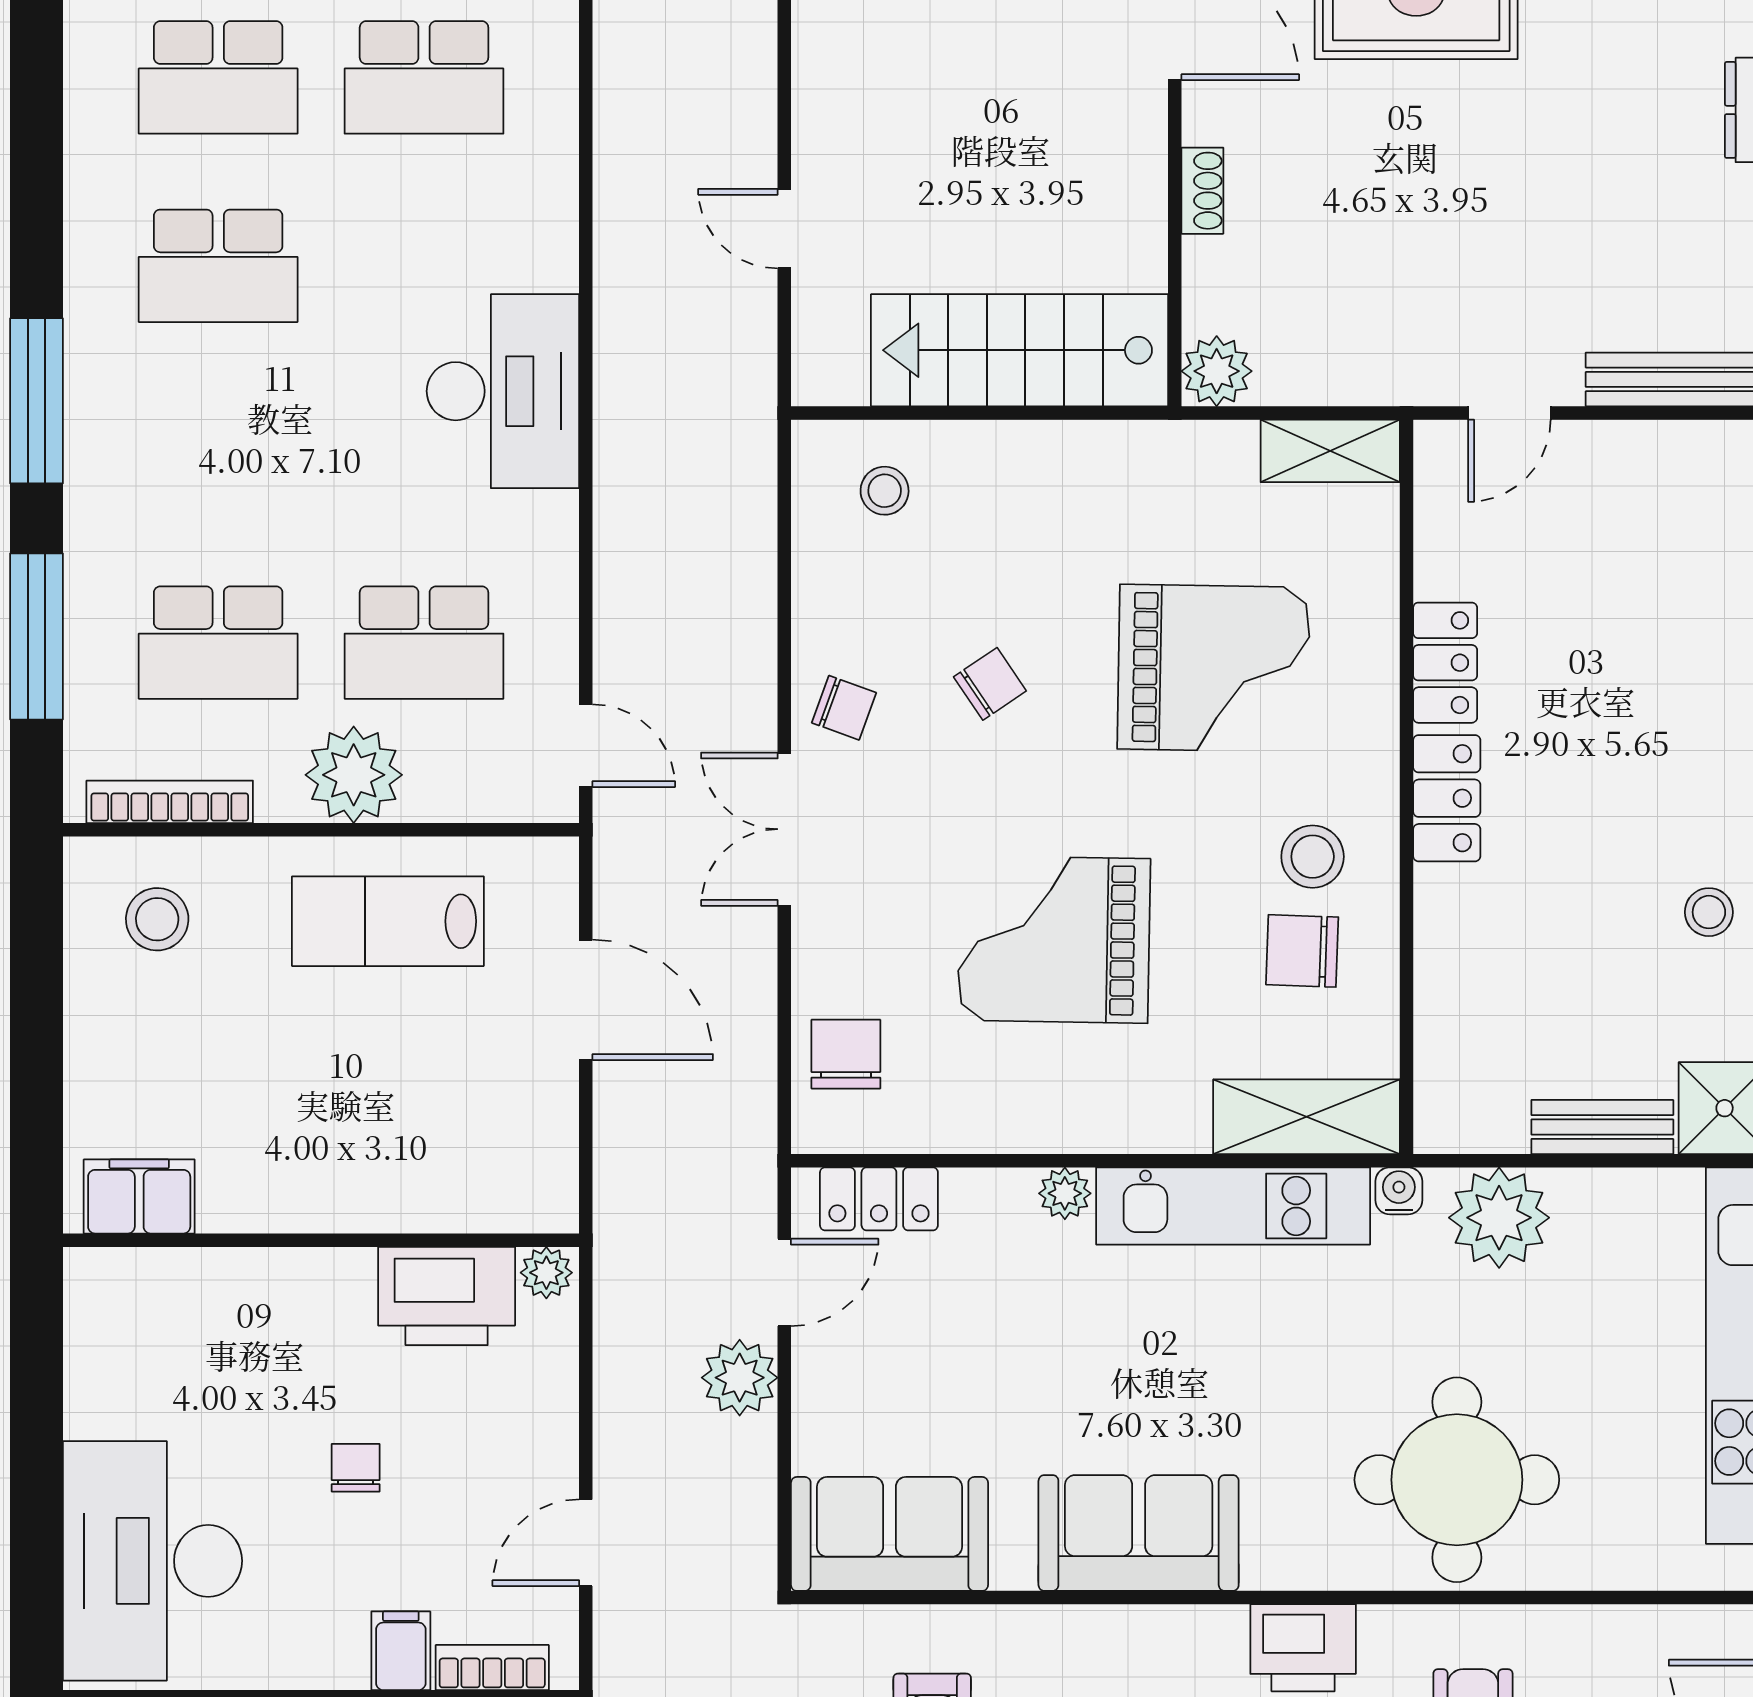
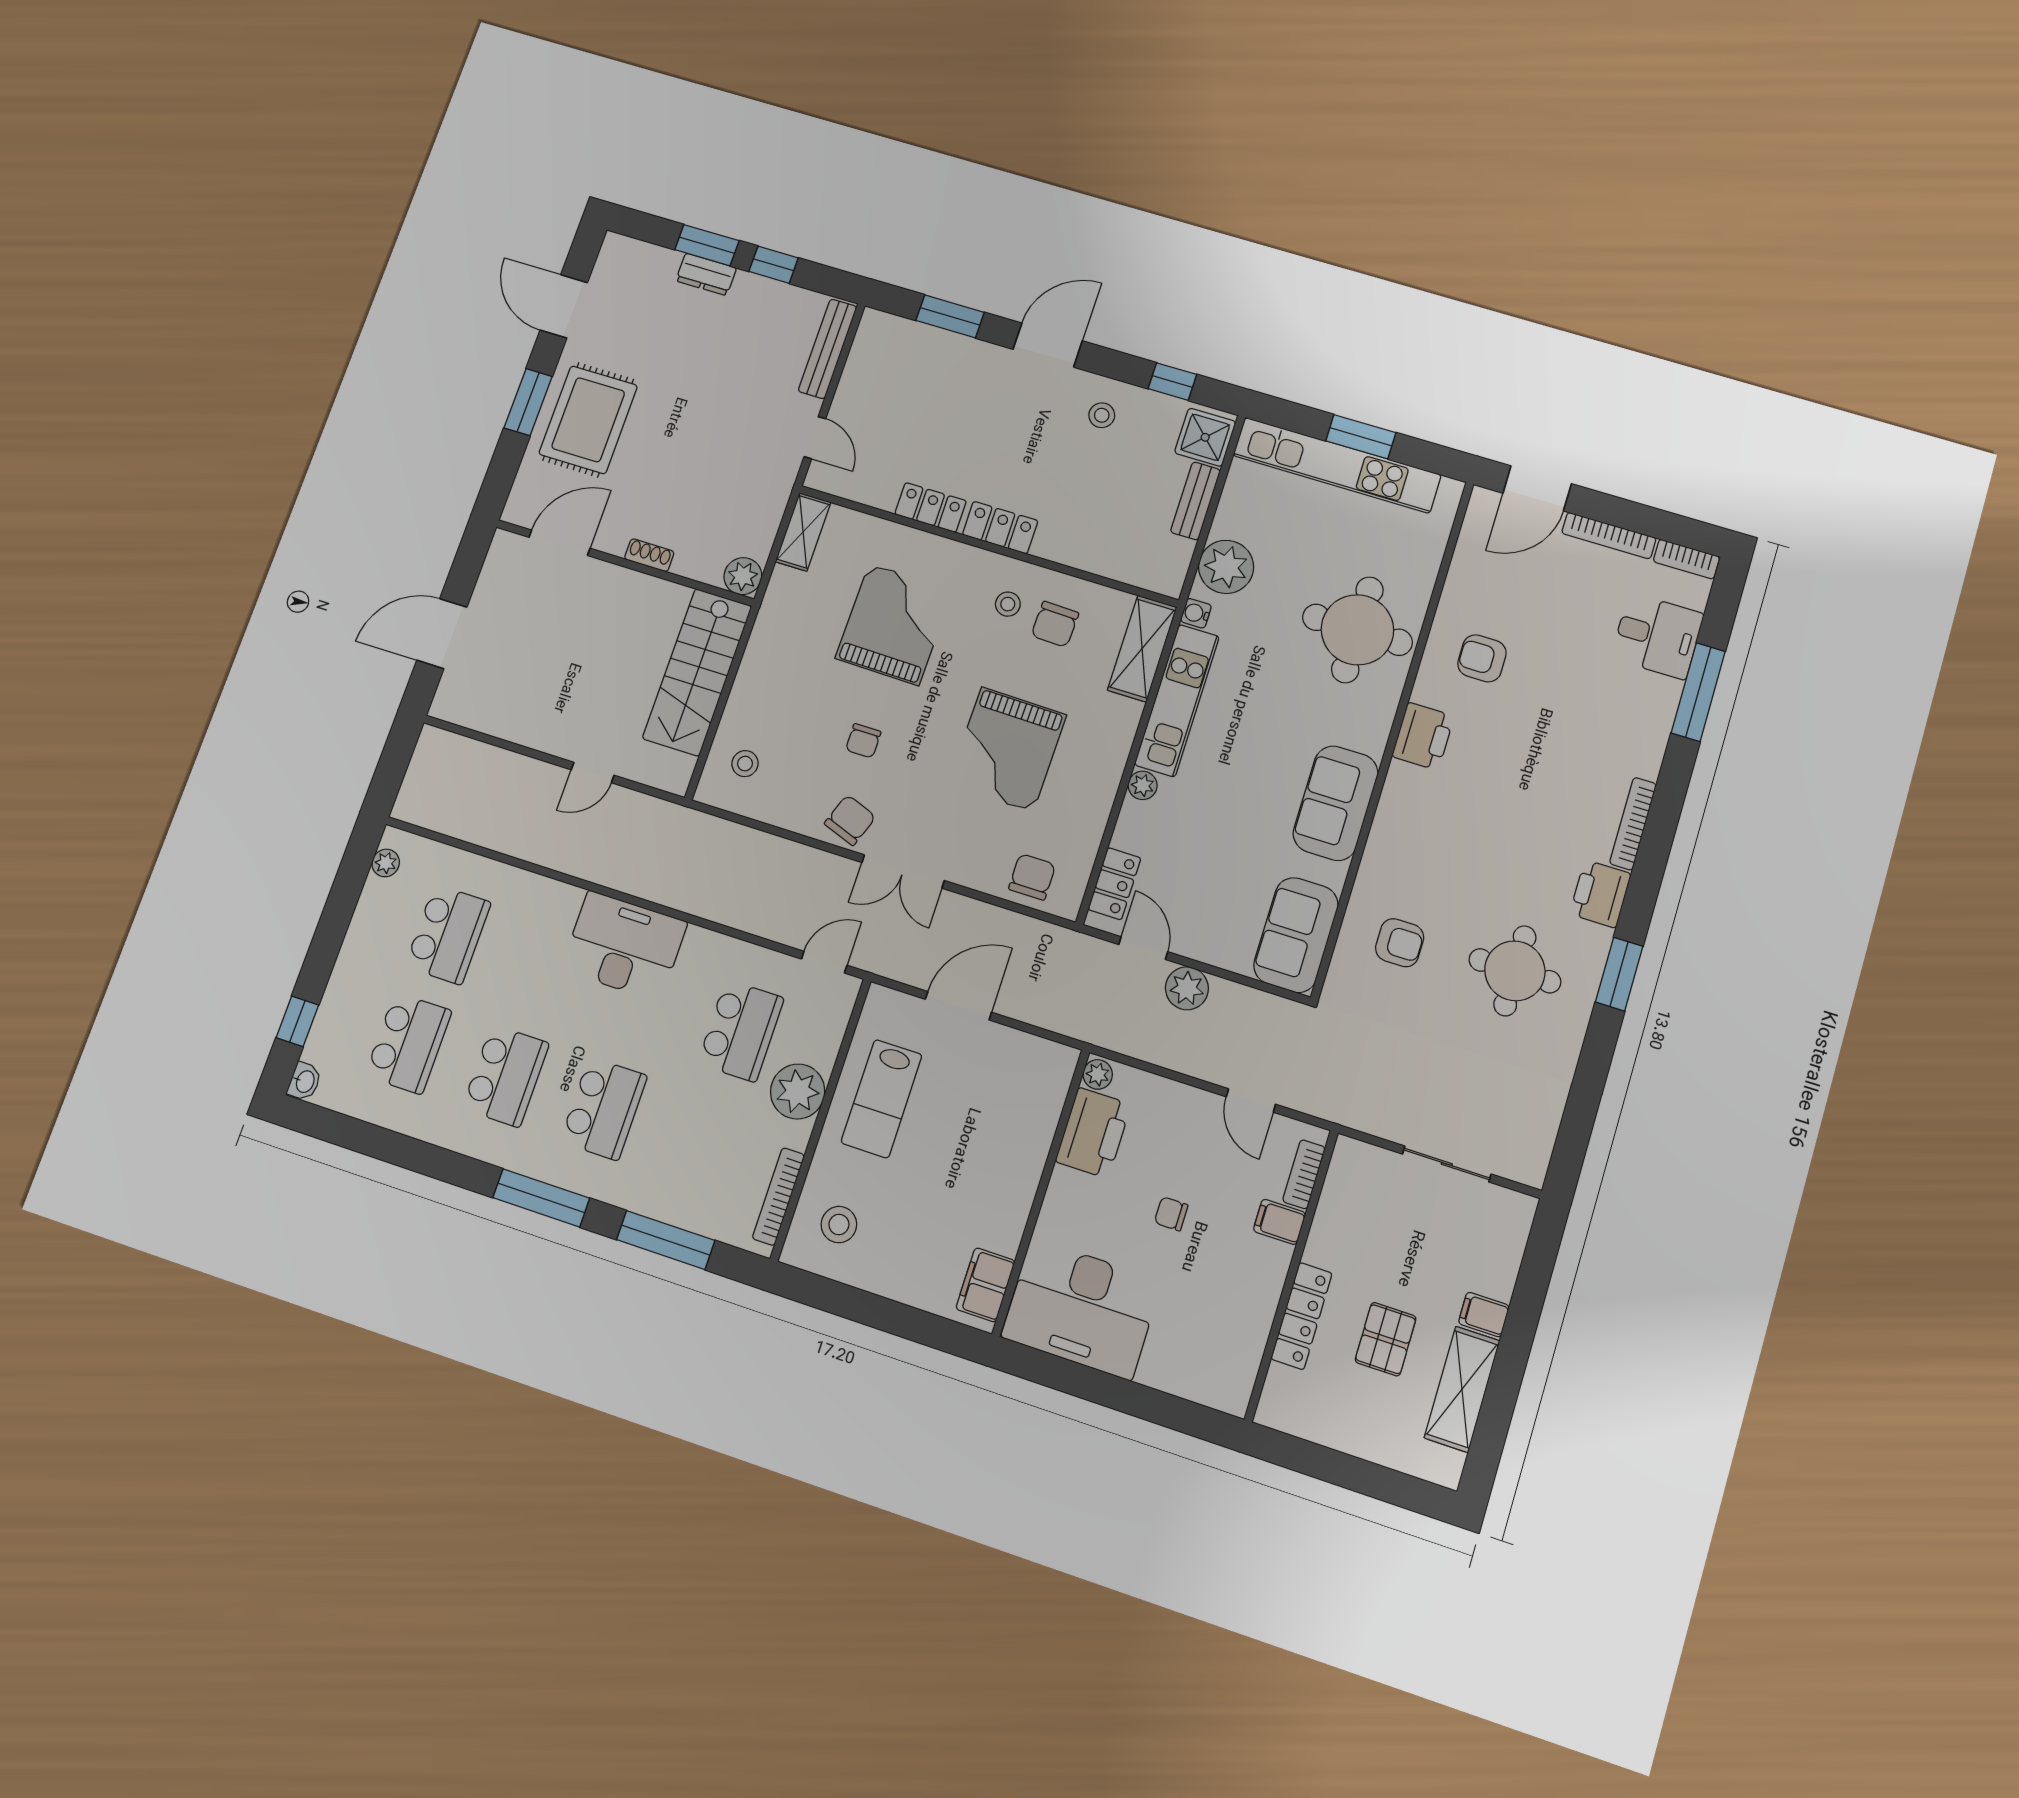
school desk: (218, 643) -> (604, 1109), moved
chair: (990, 684) -> (863, 741), turned -146
chair: (844, 708) -> (850, 820), width x1.37, depth x1.37
stool: (1313, 857) -> (1008, 604), width x0.73, depth x0.73
chair: (846, 1054) -> (1032, 877), turned 90
desk: (153, 1561) -> (1081, 1309), moved

